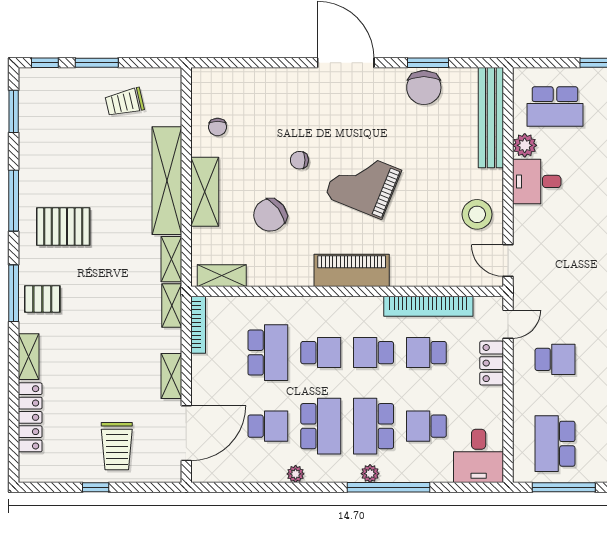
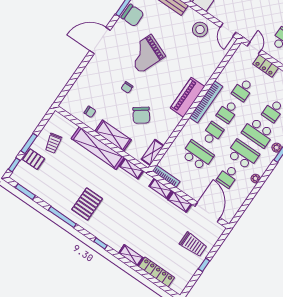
grand piano: (363, 183) -> (145, 54), moved
door: (508, 261) -> (228, 30), hinge flipped
window: (14, 293) -> (101, 243), width x0.46
pallet: (42, 299) -> (34, 159), moved, turned 90
shelving: (172, 306) -> (161, 189), moved
bookcase: (428, 306) -> (206, 102), moved
school desk: (268, 426) -> (228, 176), turned 180

